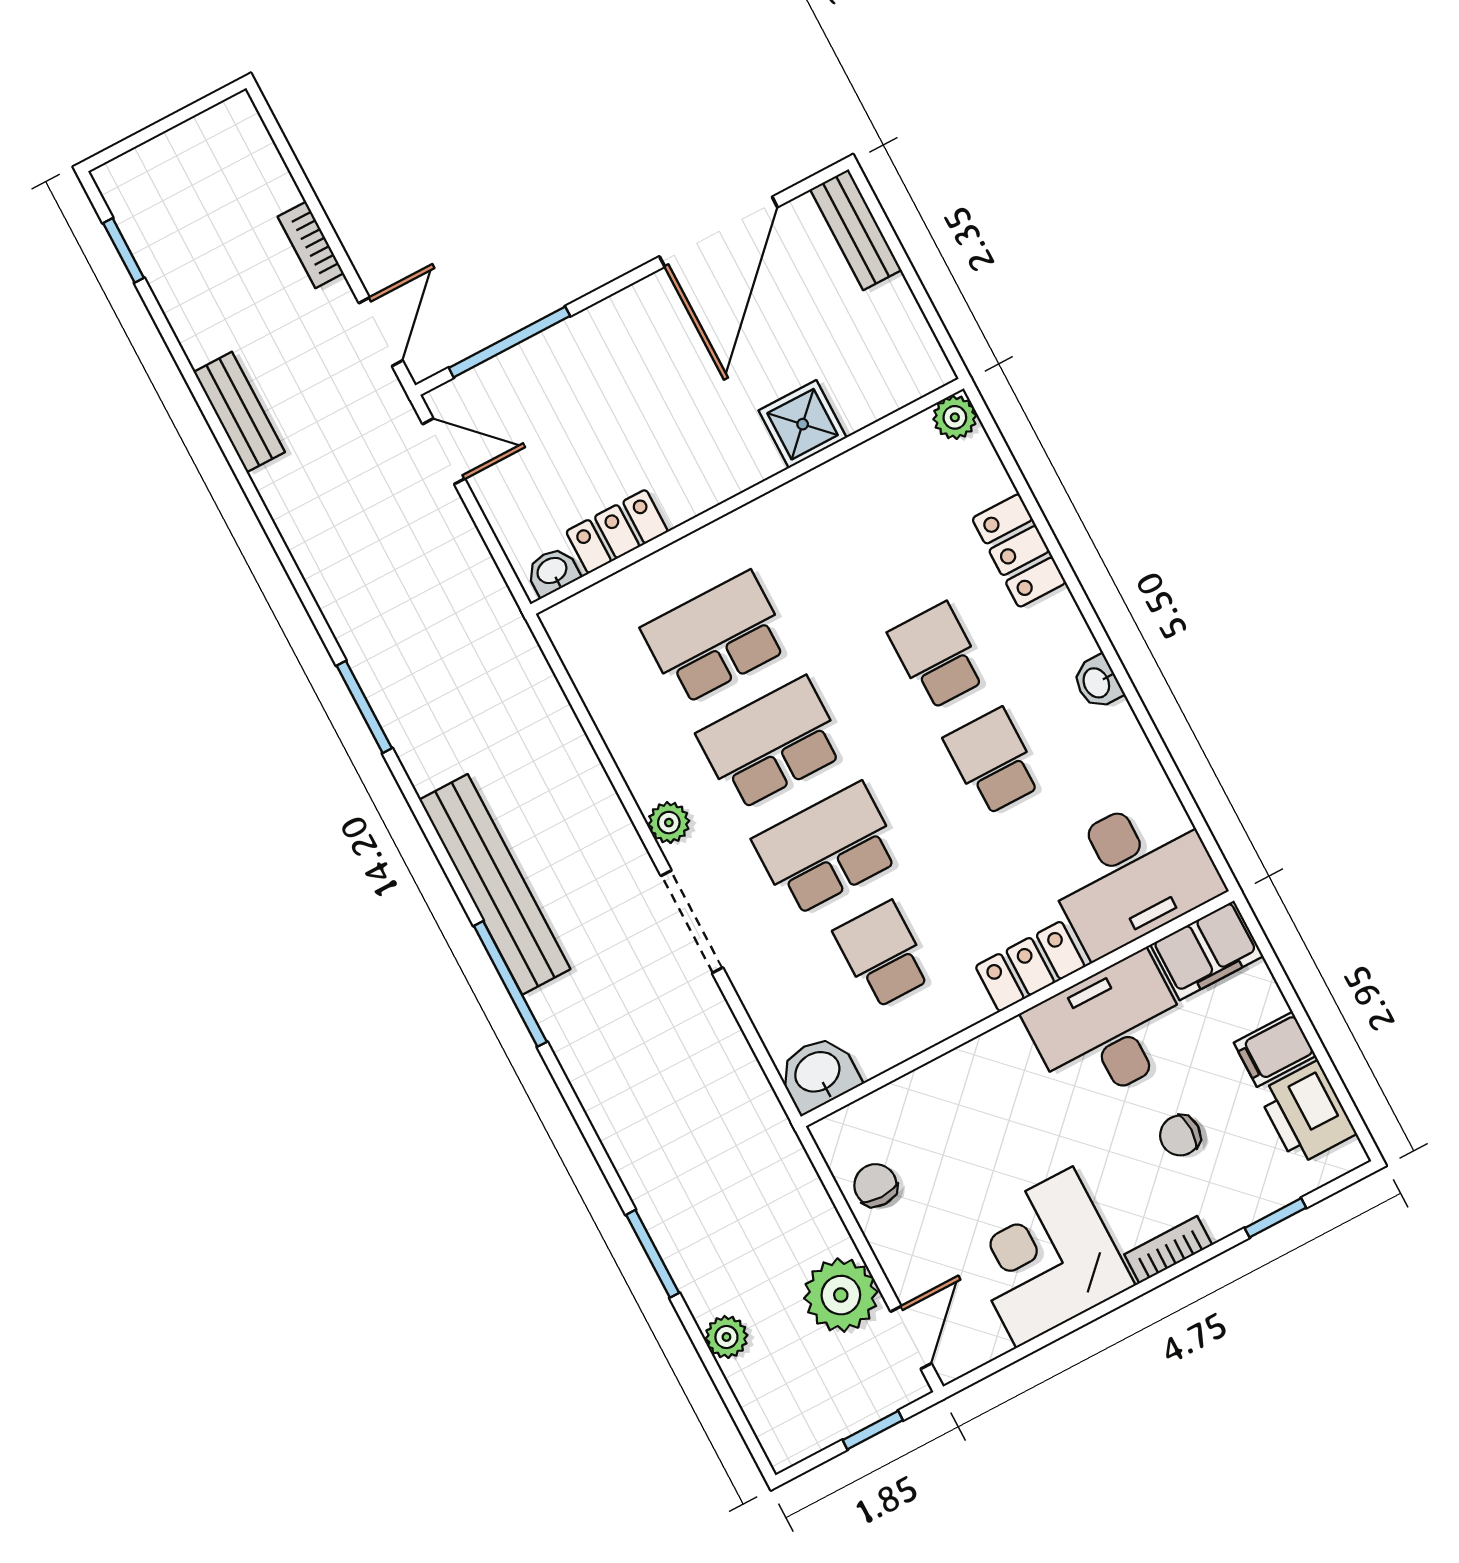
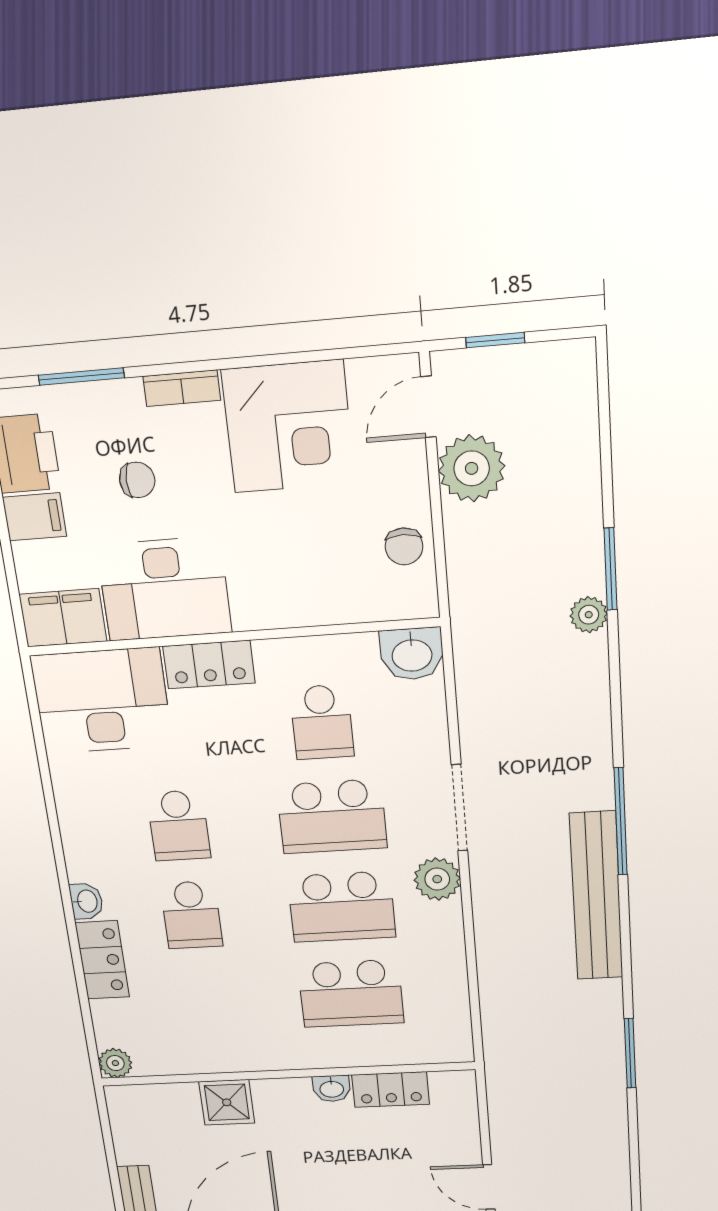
washbasin: (553, 572) -> (332, 1089), moved
washbasin: (1097, 682) -> (86, 901), moved
plant: (669, 823) -> (437, 879), width x1.38, depth x1.38
window: (1275, 1218) -> (81, 377), width x1.50
plant: (726, 1337) -> (589, 615), moved

